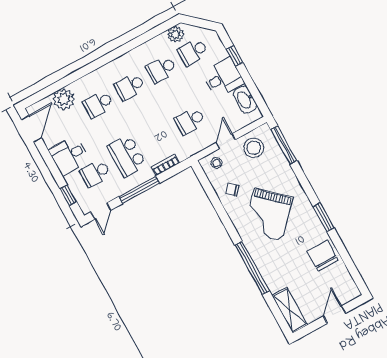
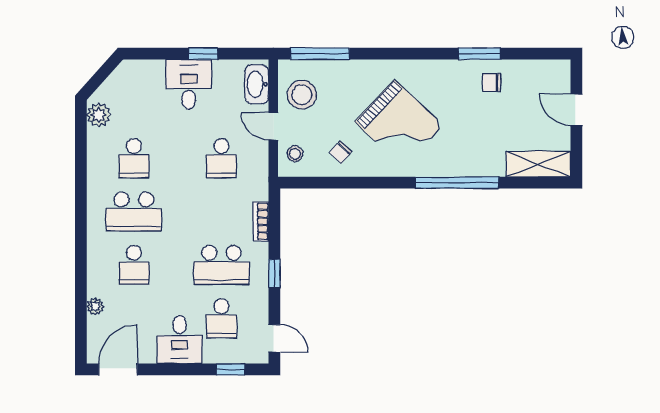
school desk: (193, 52) -> (134, 105), removed
window: (235, 56) -> (203, 54), moved
school desk: (130, 87) -> (134, 212), width x1.85
plant: (64, 99) -> (95, 306), width x0.53, depth x0.53
washbasin: (245, 99) -> (257, 84), moved, turned 90
door: (32, 129) -> (118, 369), hinge flipped
window: (139, 190) -> (274, 274), width x0.46
window: (324, 217) -> (480, 54), moved
chair: (323, 256) -> (492, 82), width x0.54, depth x0.54

